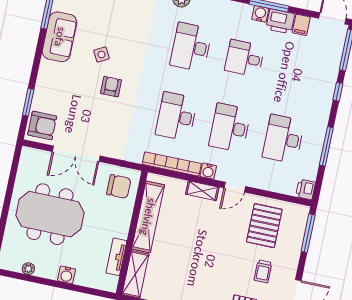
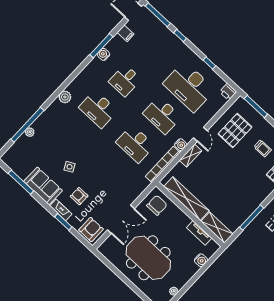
printer: (280, 21) -> (116, 45), removed
fireplace: (44, 75) -> (61, 210), added
armchair: (111, 87) -> (79, 196), moved
window: (28, 102) -> (63, 222), moved
desk: (283, 139) -> (189, 87), width x1.36, depth x1.30
window: (326, 146) -> (209, 63), width x0.46
meeting table: (50, 214) -> (148, 258), turned 90
pallet: (264, 226) -> (235, 130), turned 90
water cooler: (67, 275) -> (201, 260), moved

